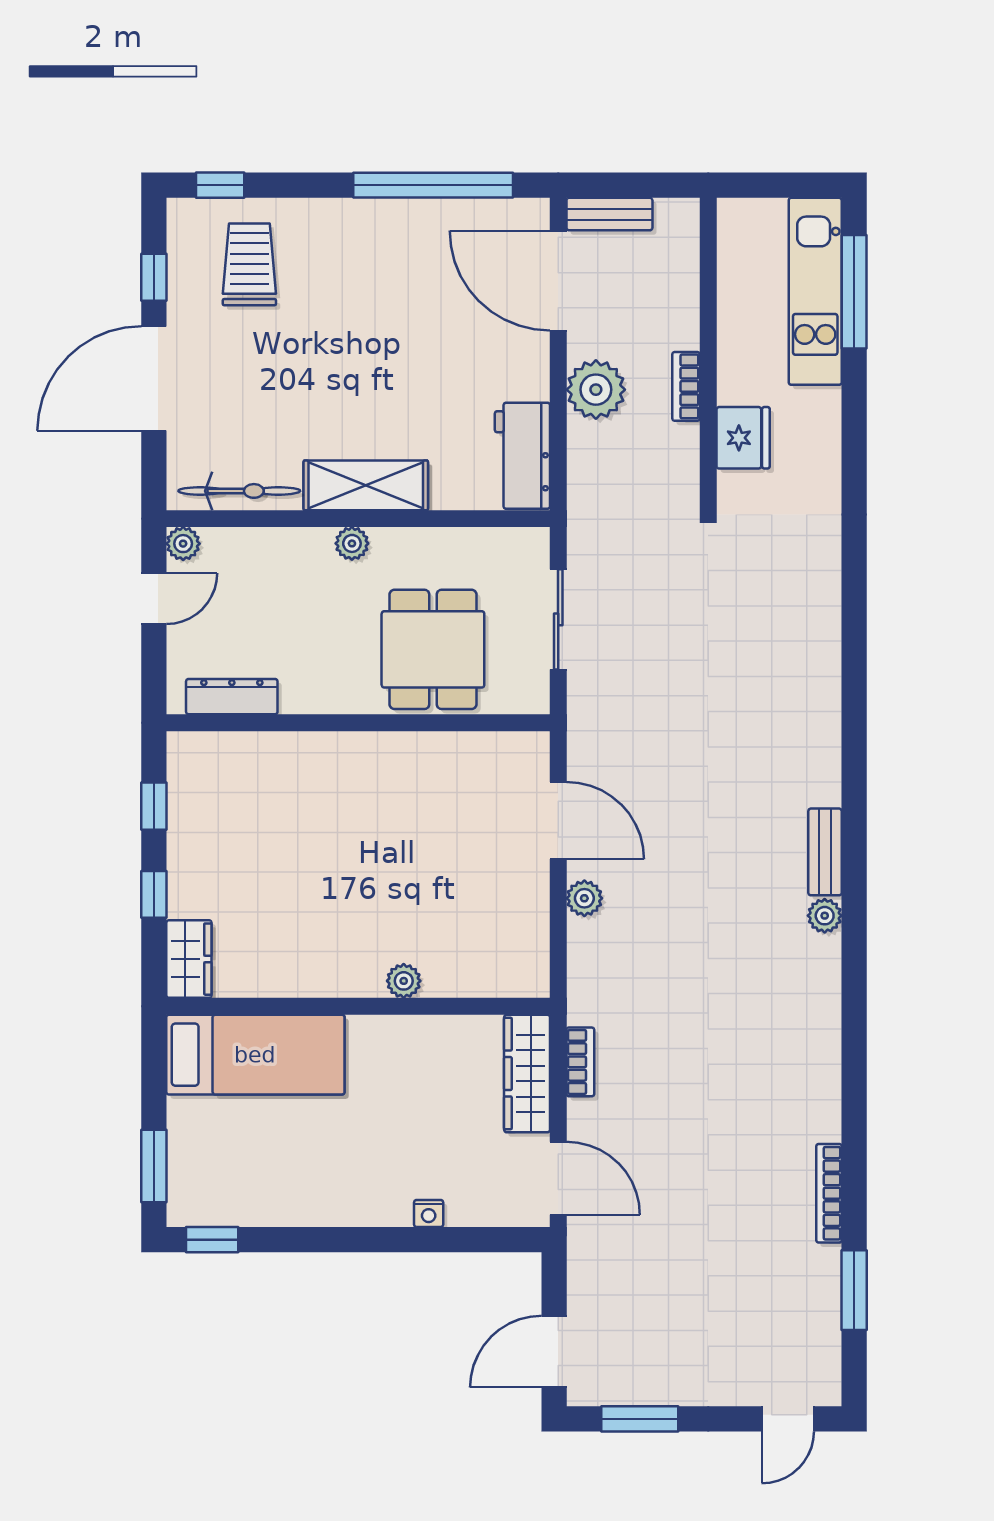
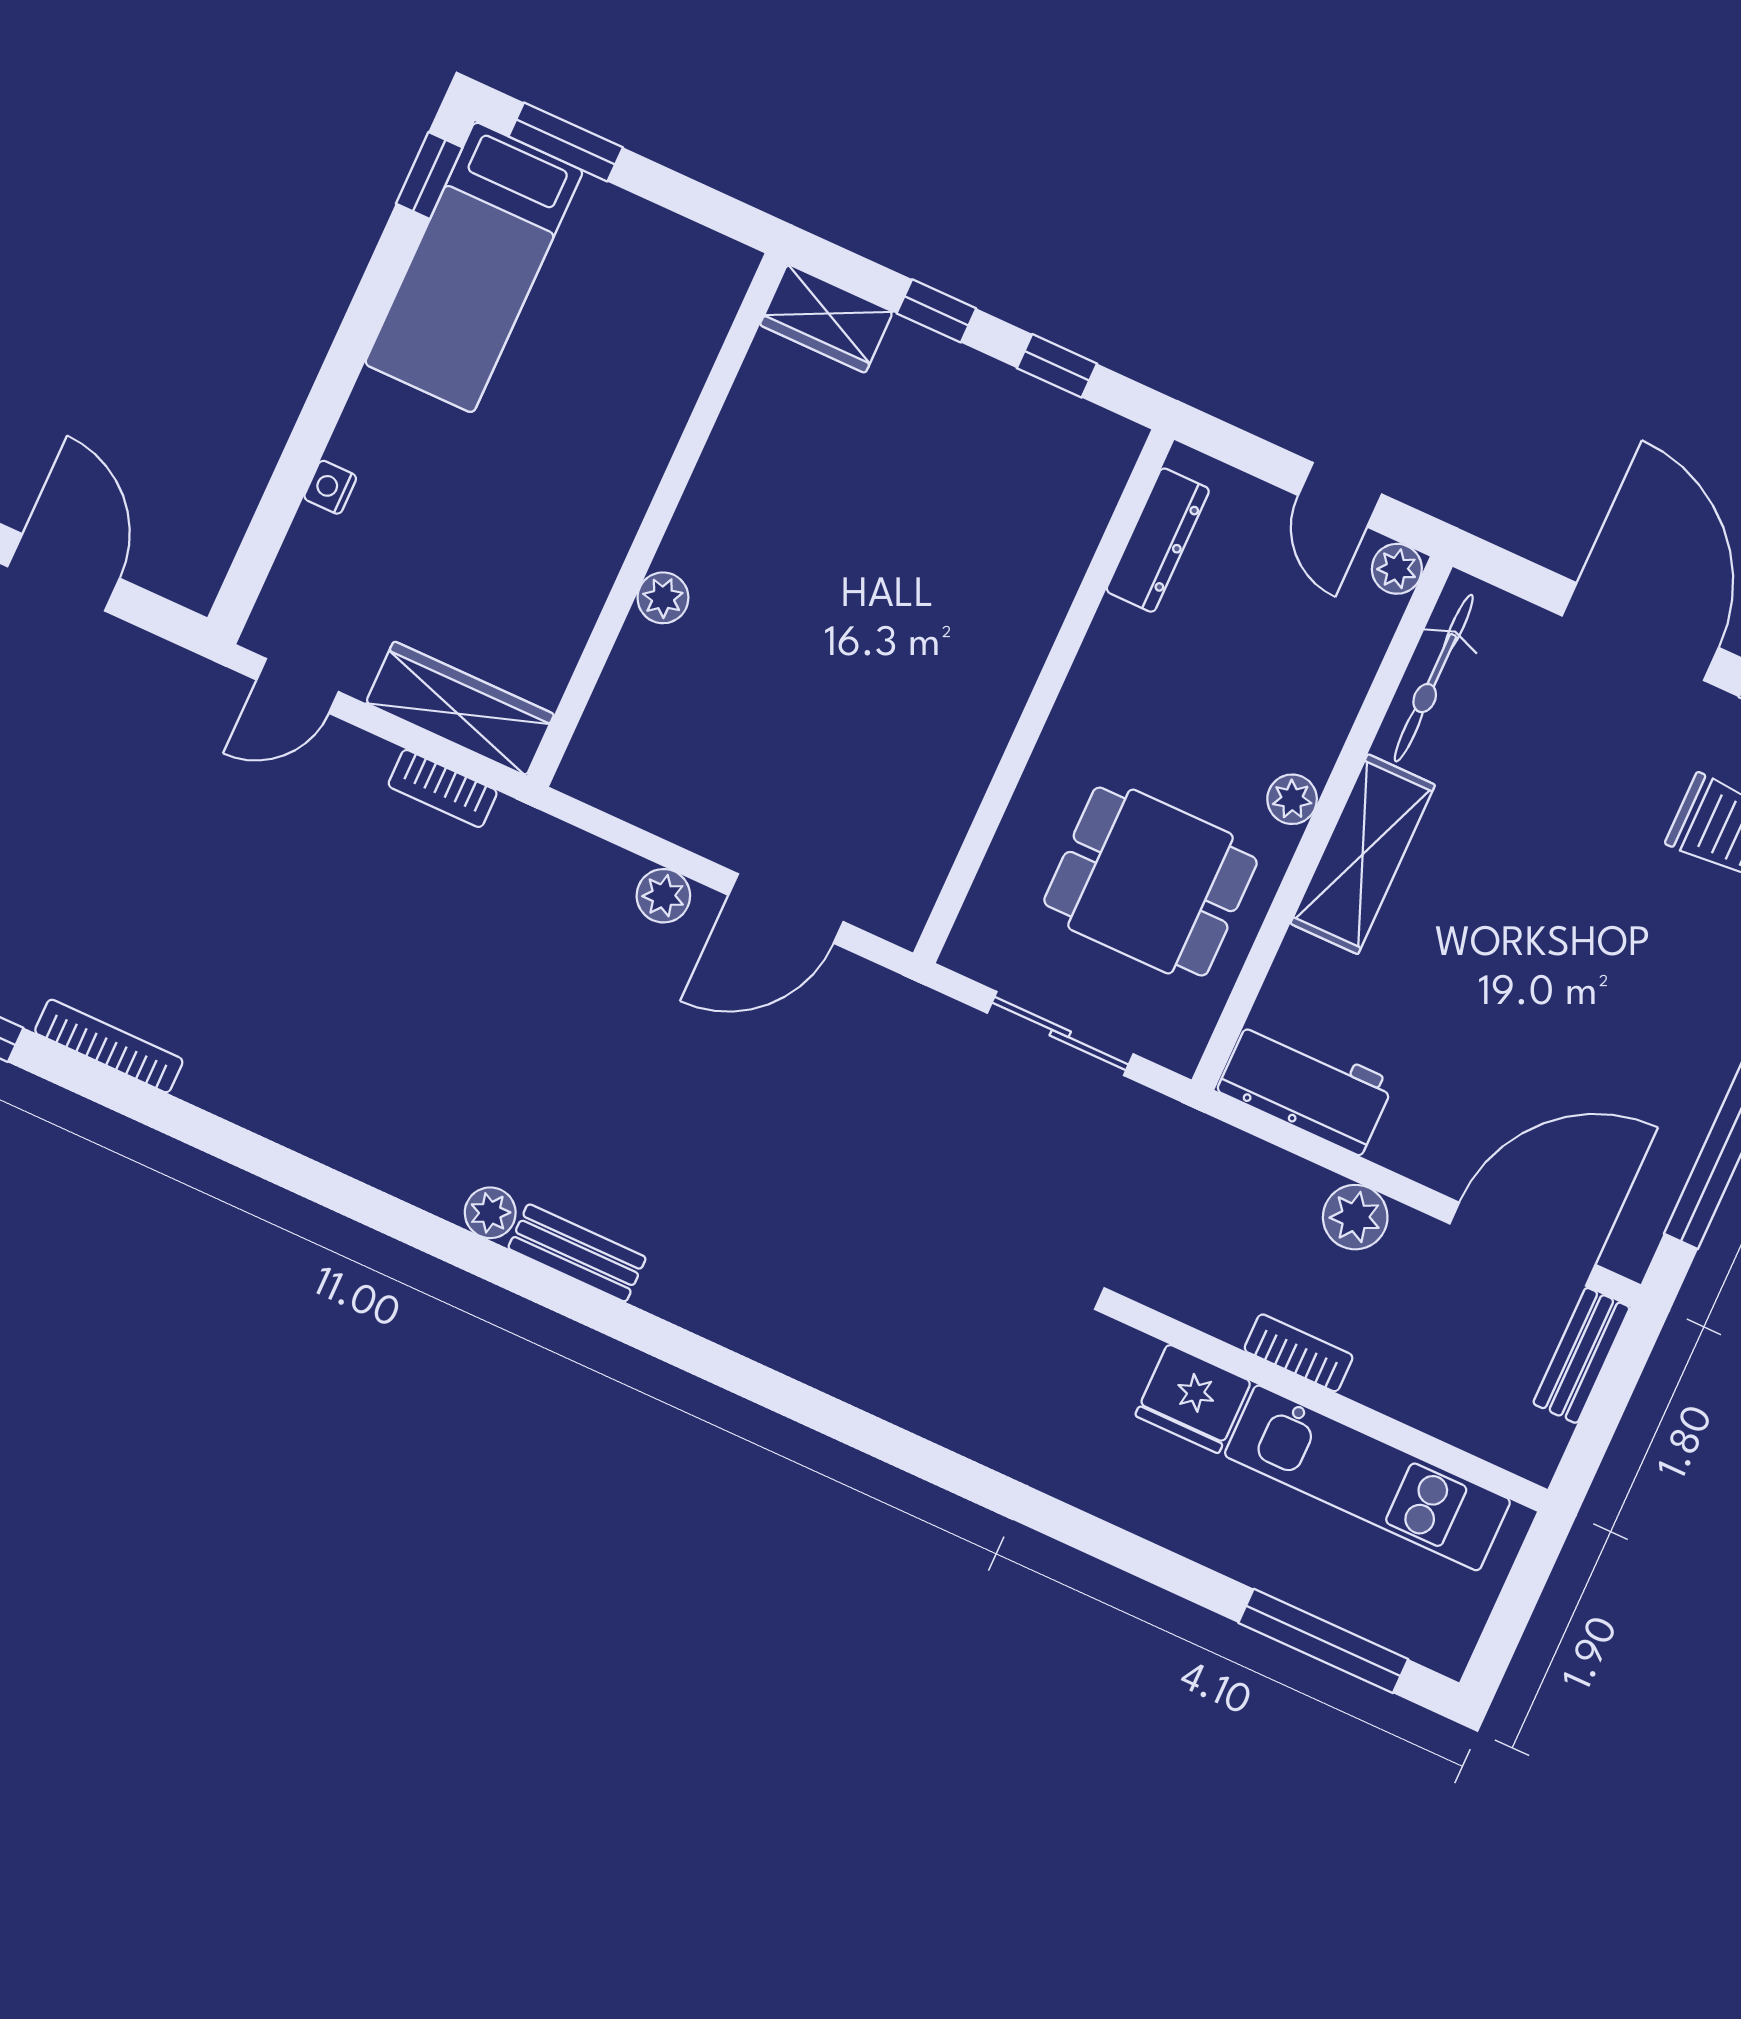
kitchen unit: (815, 291) -> (1367, 1478), moved, turned 180
plant: (596, 390) -> (1355, 1217), width x0.73, depth x0.73
dining table: (433, 649) -> (1151, 882), moved
bed: (255, 1055) -> (474, 267), moved
door: (558, 1178) -> (298, 686), width x0.73

